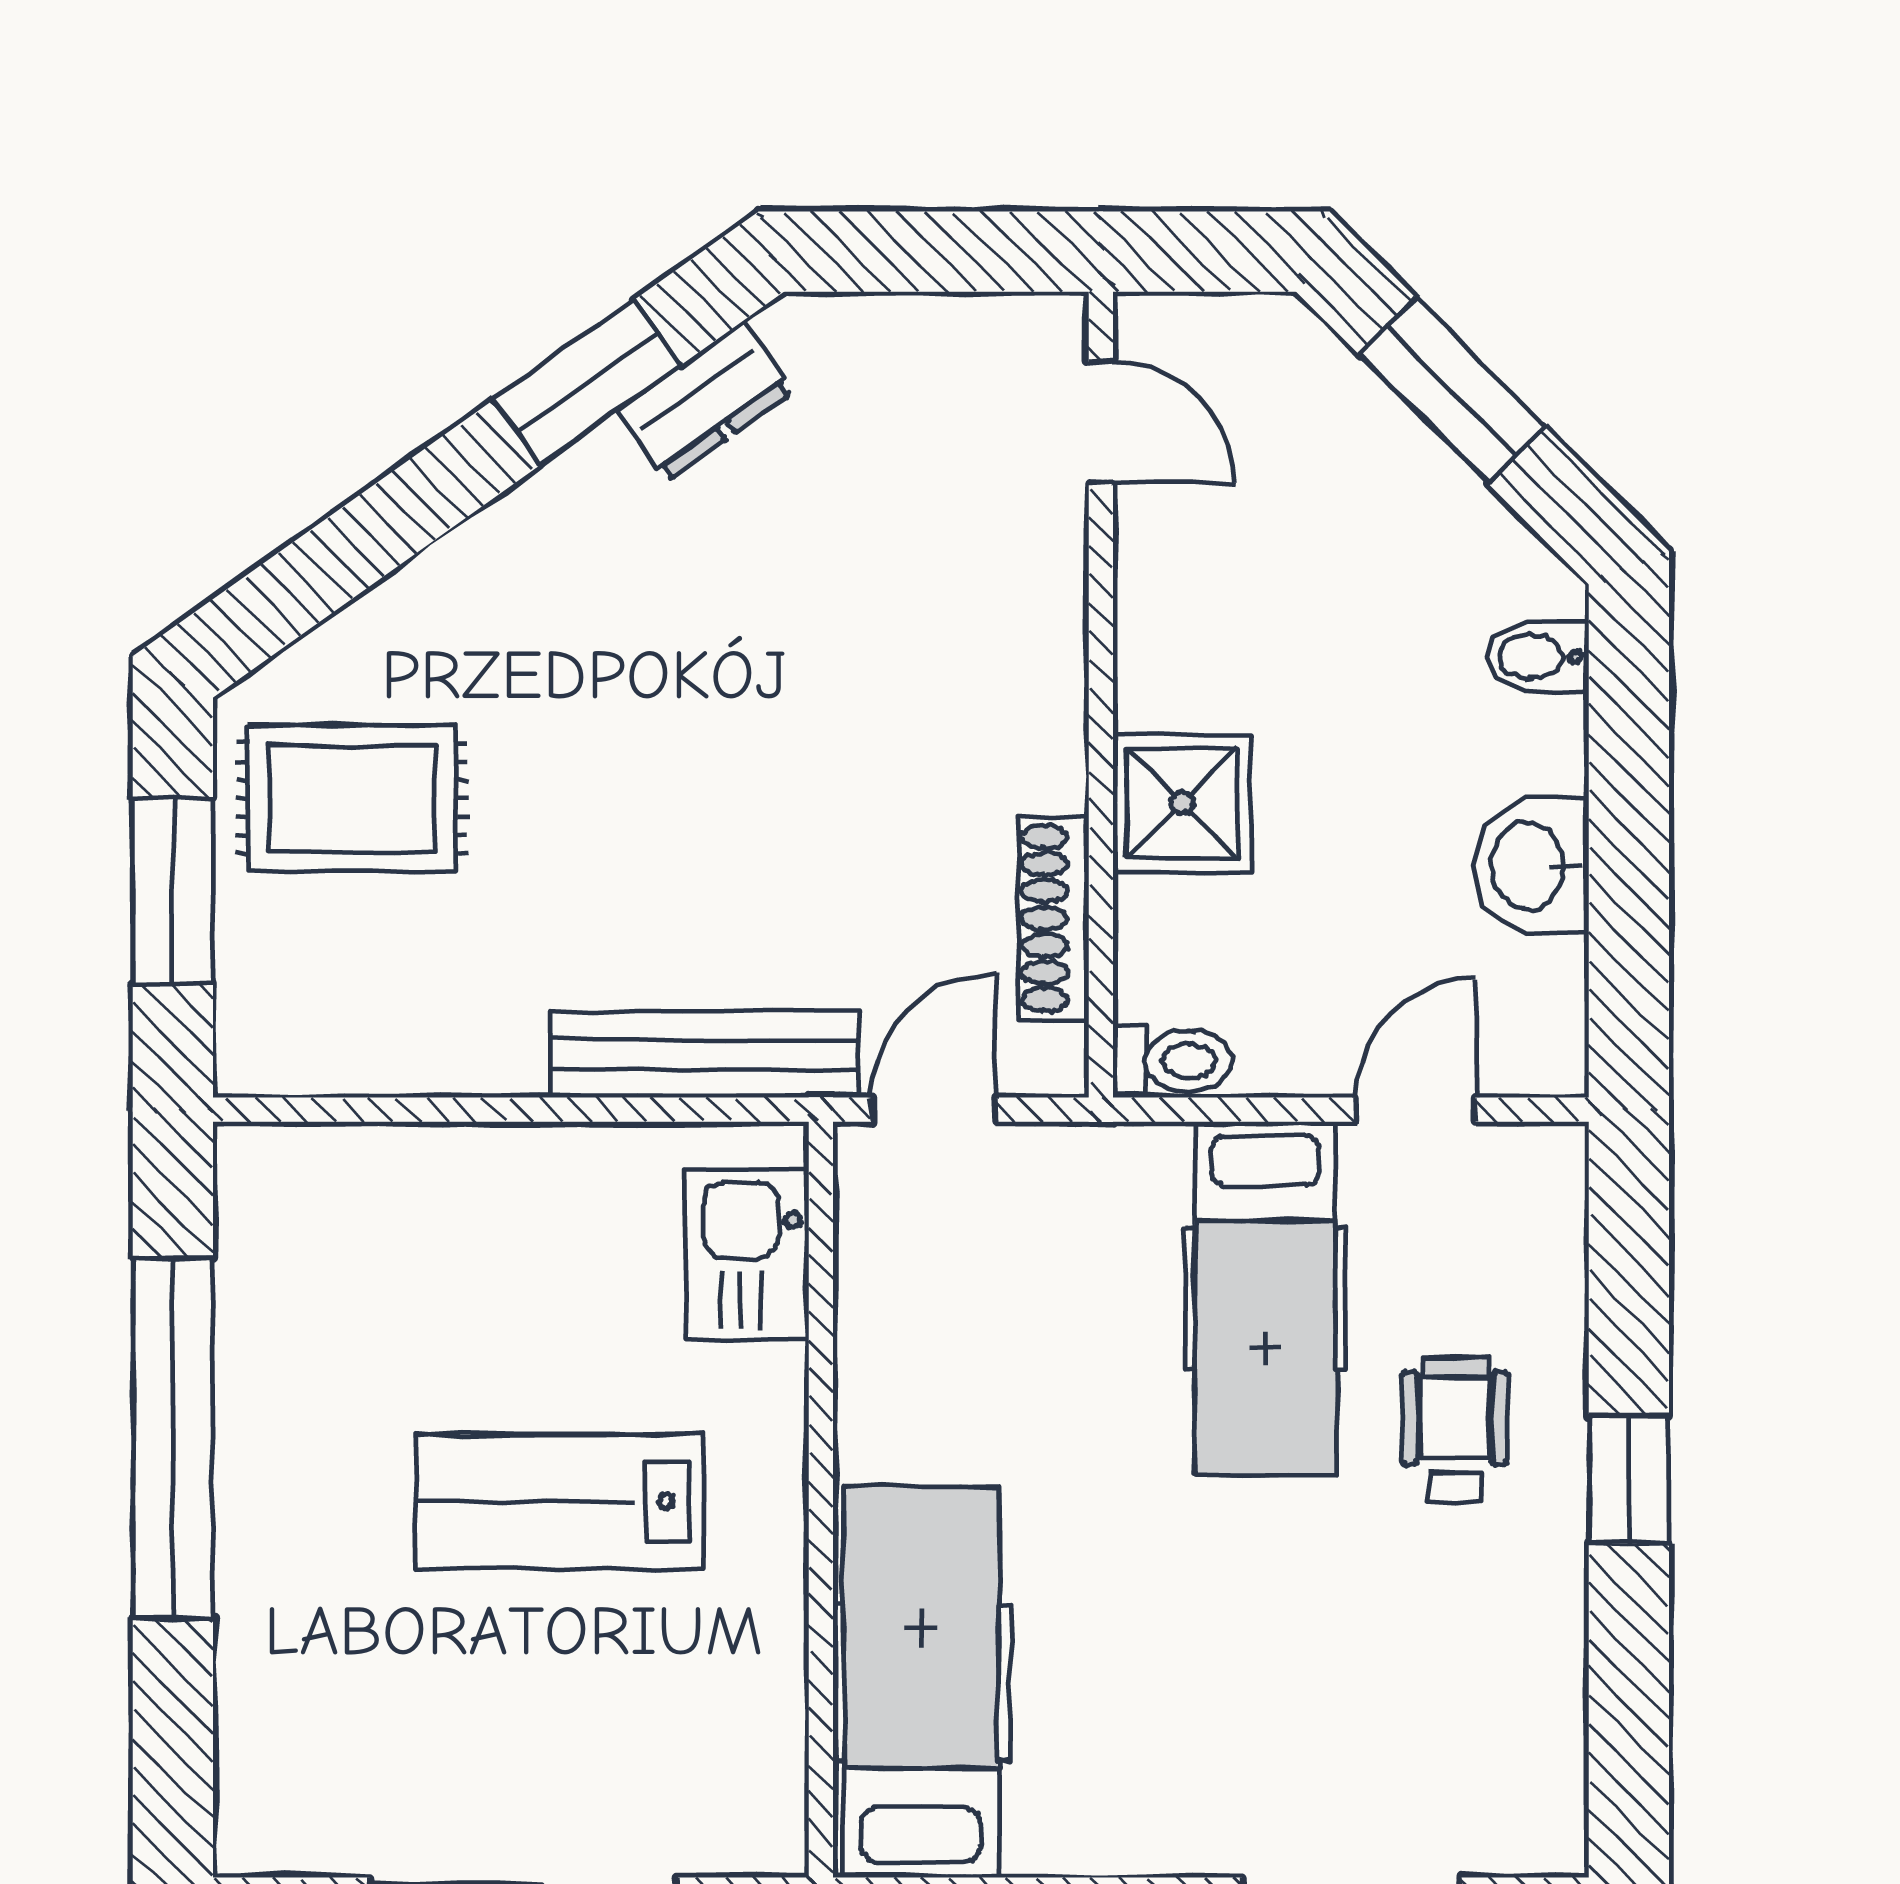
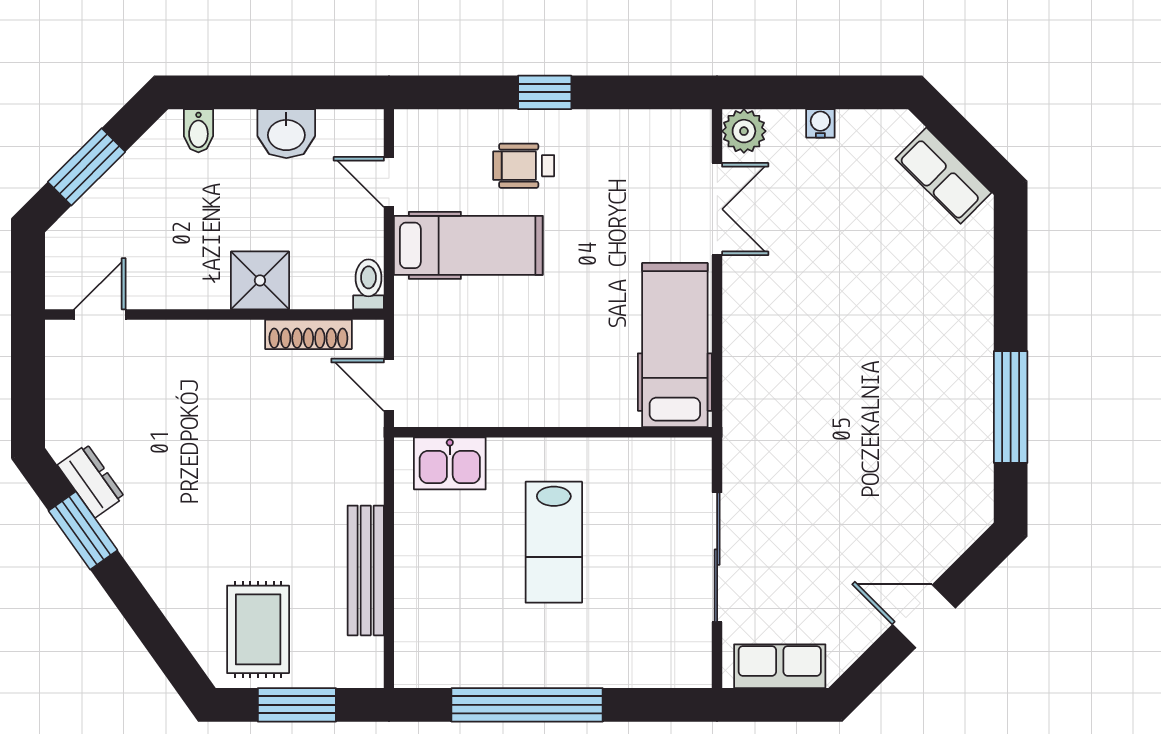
bench: (704, 1054) -> (366, 570), moved
hospital bed: (921, 1682) -> (675, 345), moved, turned 90

